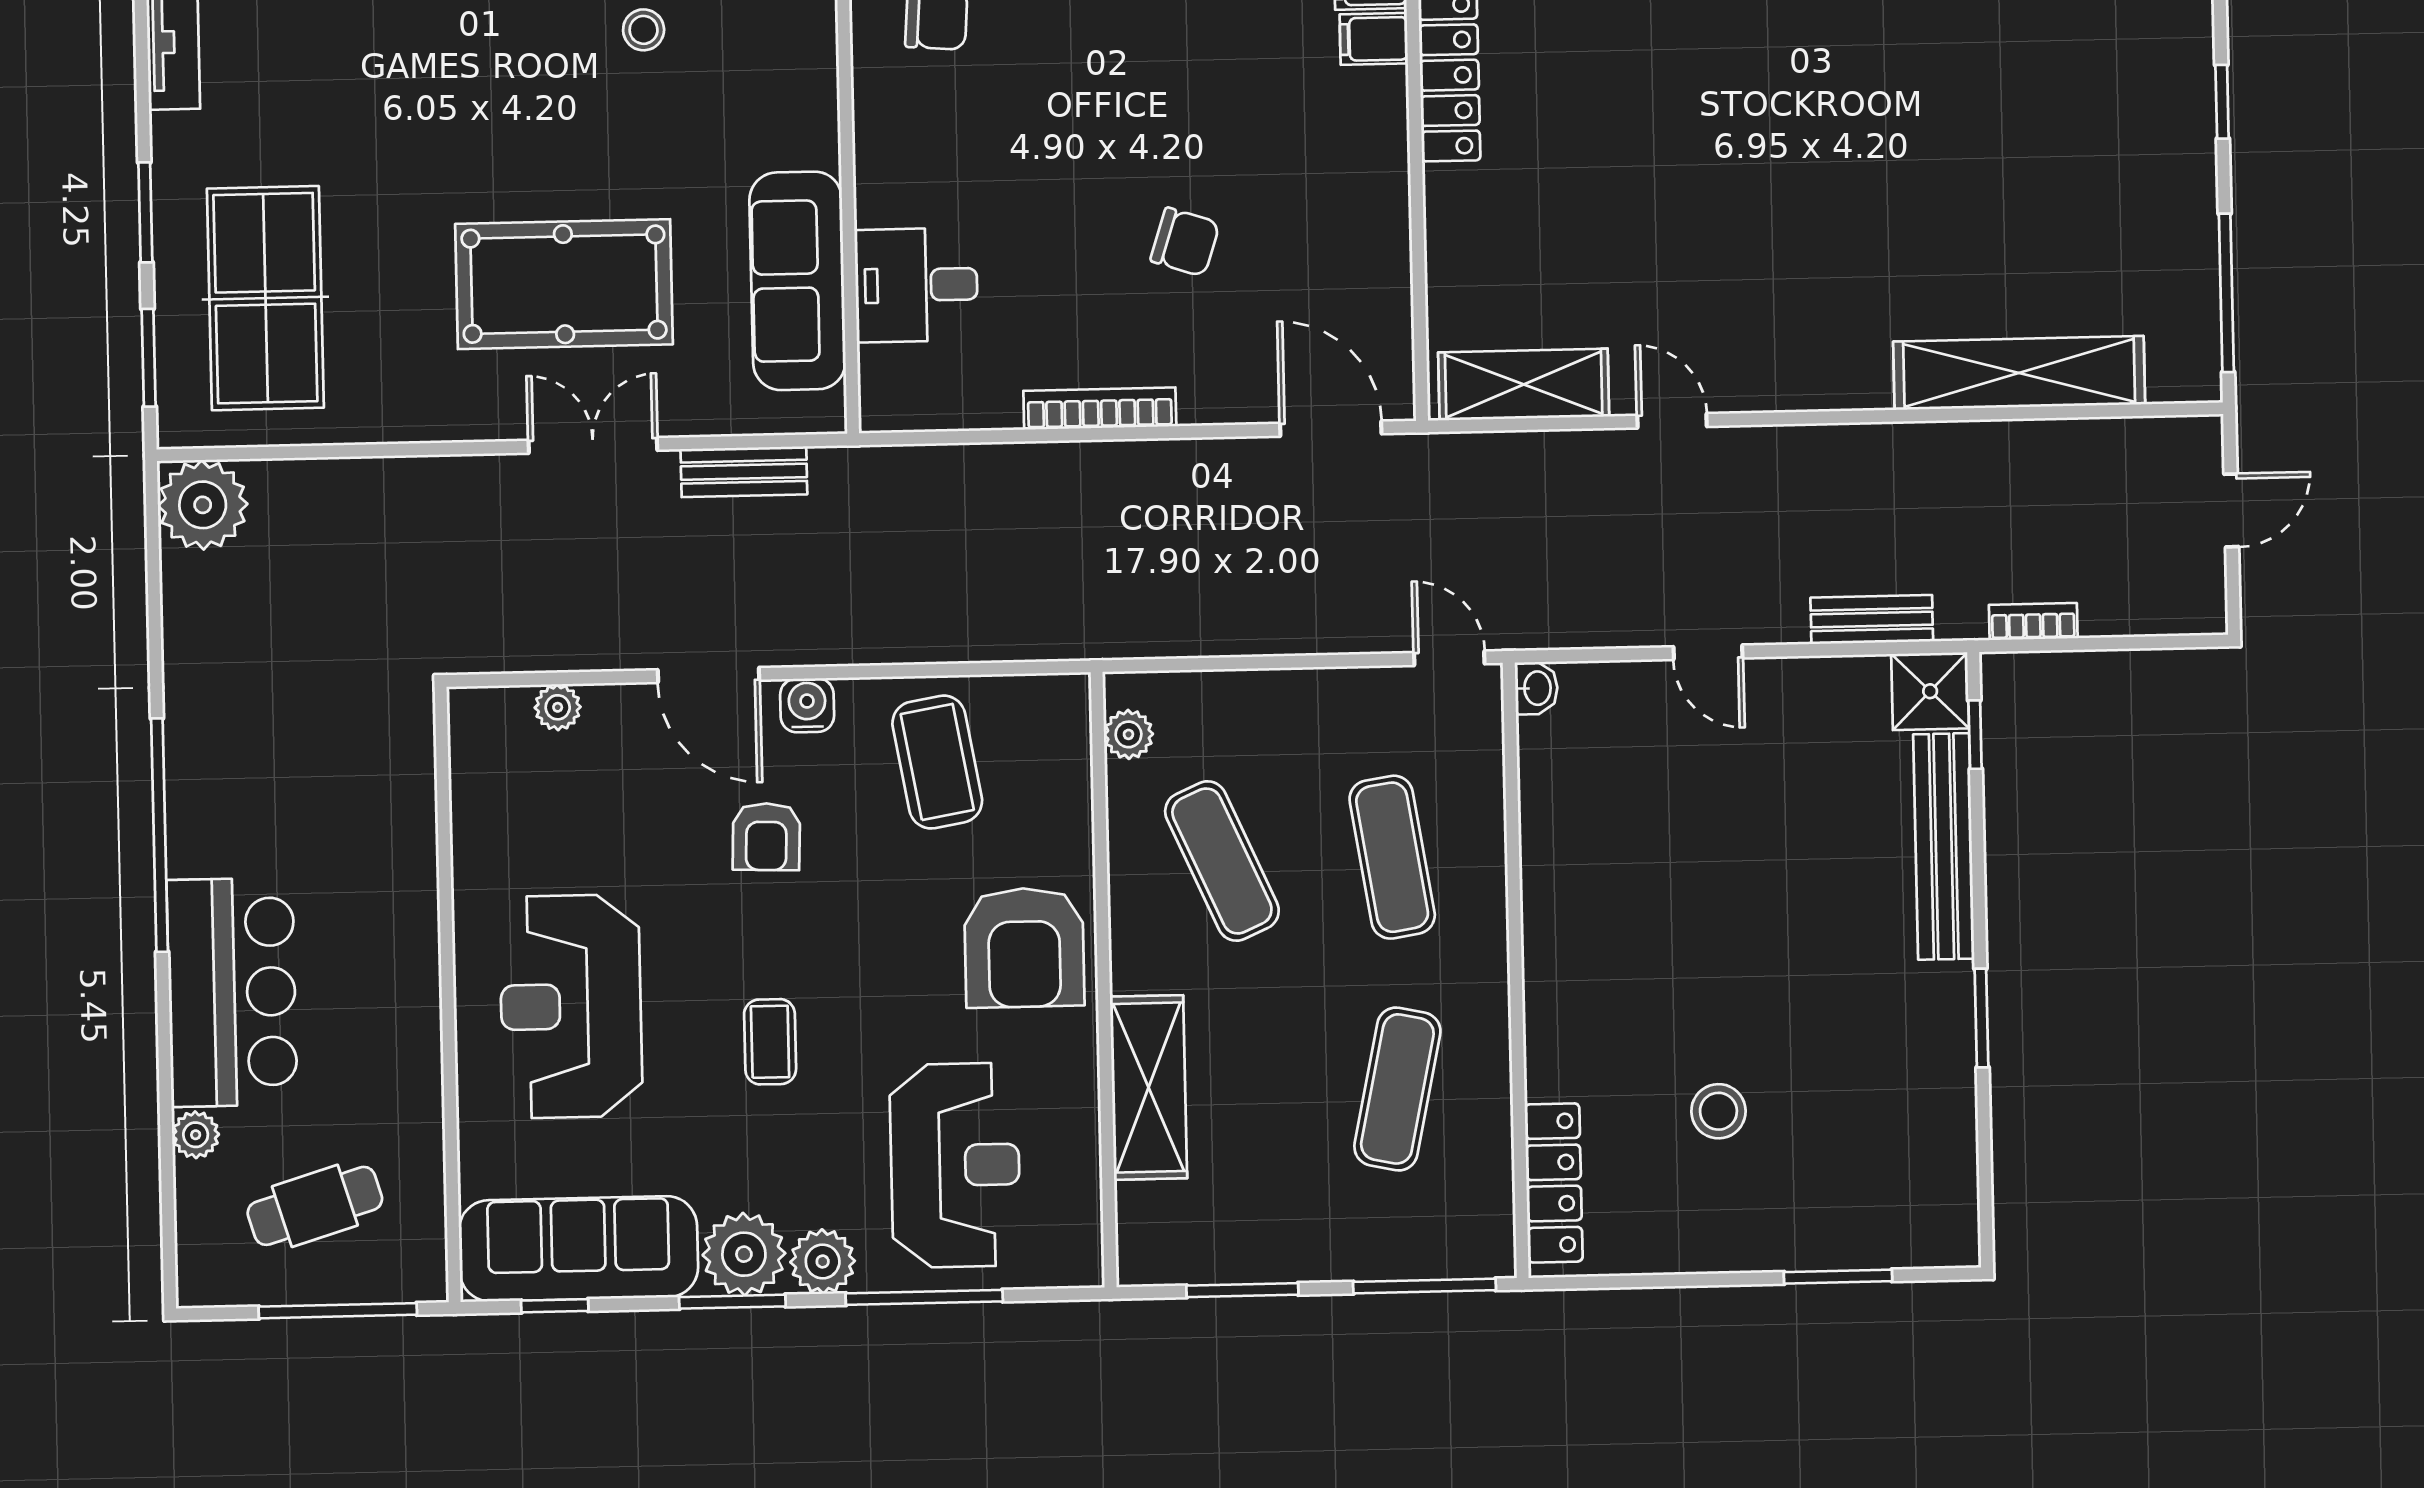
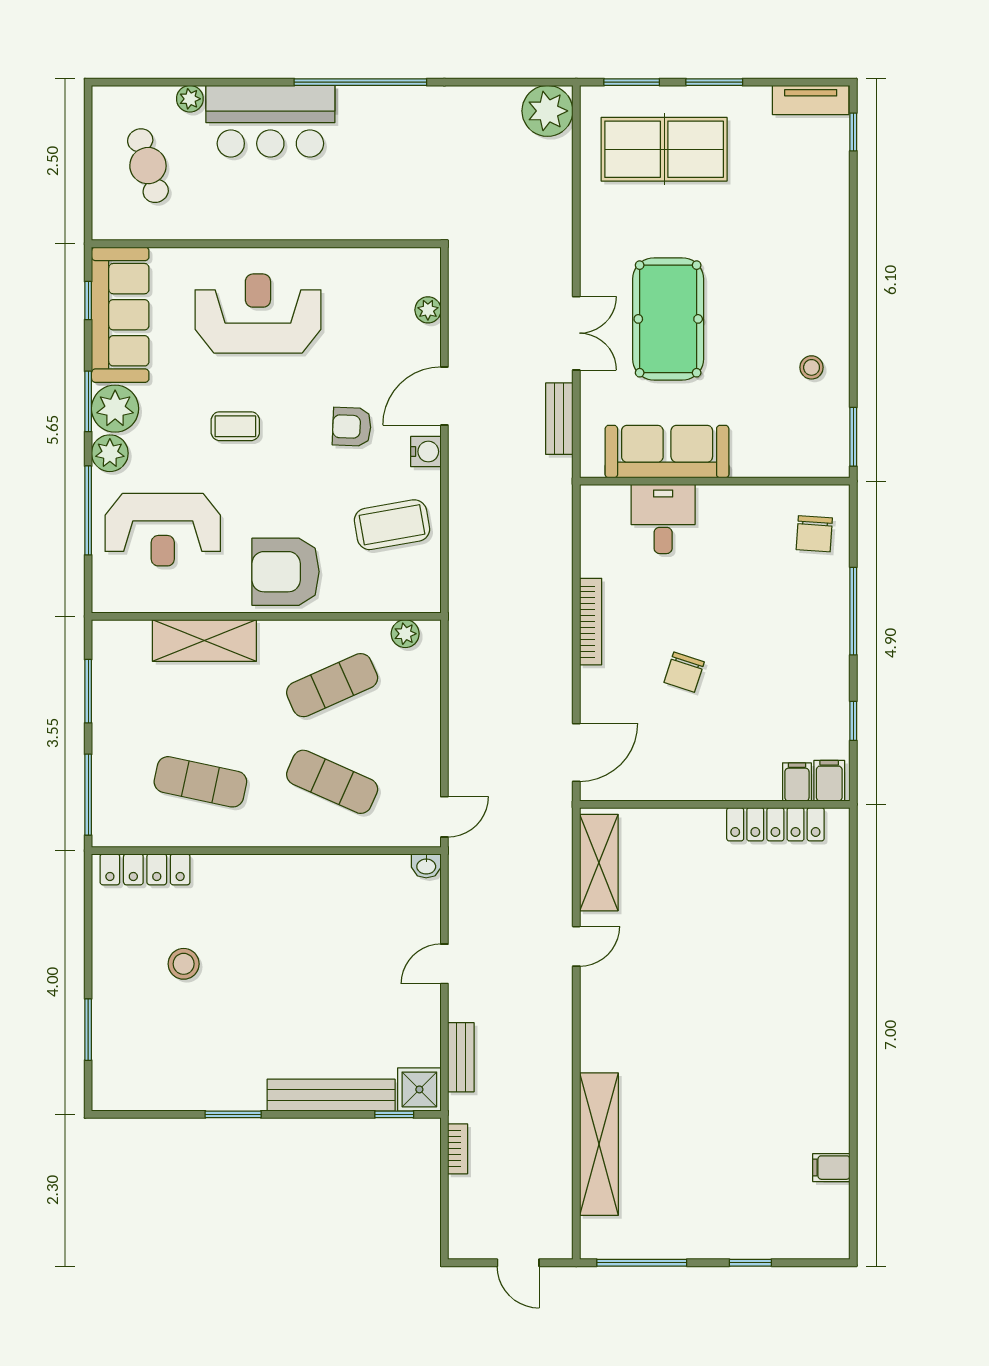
exercise mat: (1392, 857) -> (332, 782), turned 33
window: (338, 1311) -> (88, 177), removed

